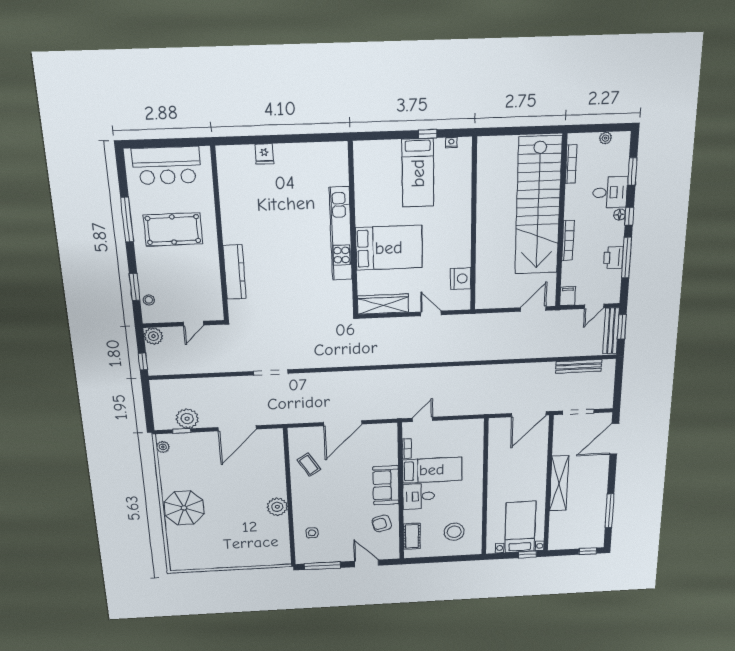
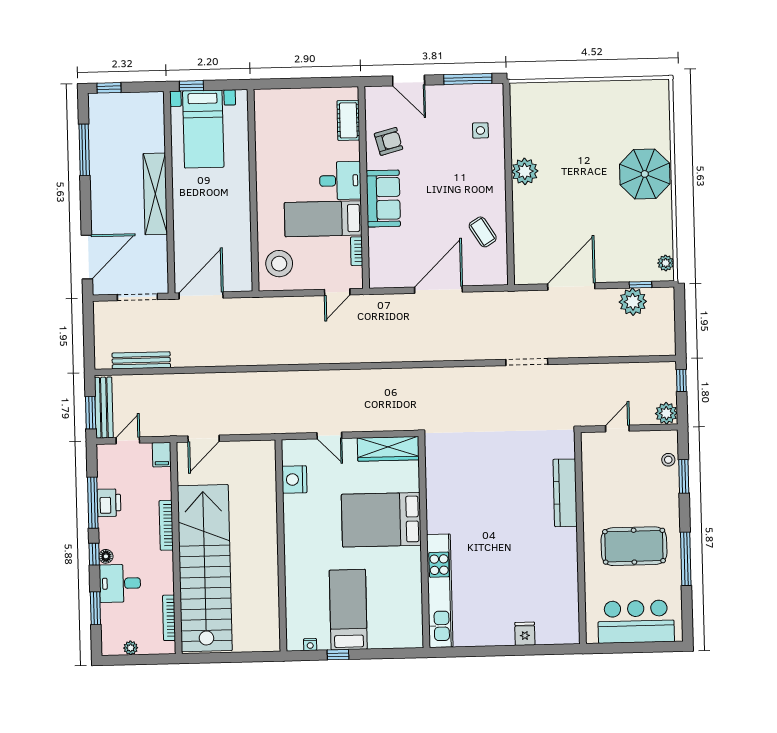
kitchen unit: (341, 234) -> (440, 591), moved
stool: (454, 532) -> (279, 264), moved

